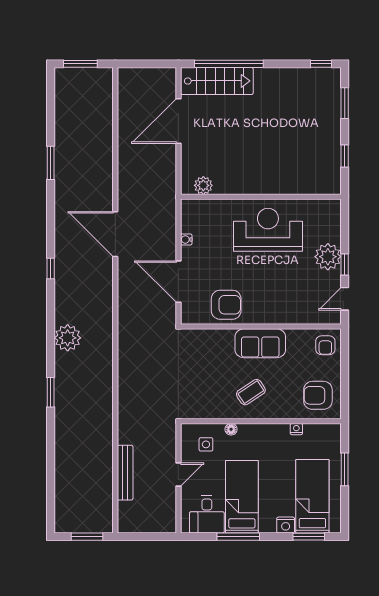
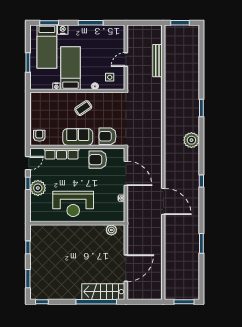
row of seats: (288, 315) -> (62, 154), added
armchair: (318, 395) -> (108, 136), moved, turned 180
bed: (242, 497) -> (70, 68), moved, turned 180
desk: (207, 515) -> (109, 36), removed

